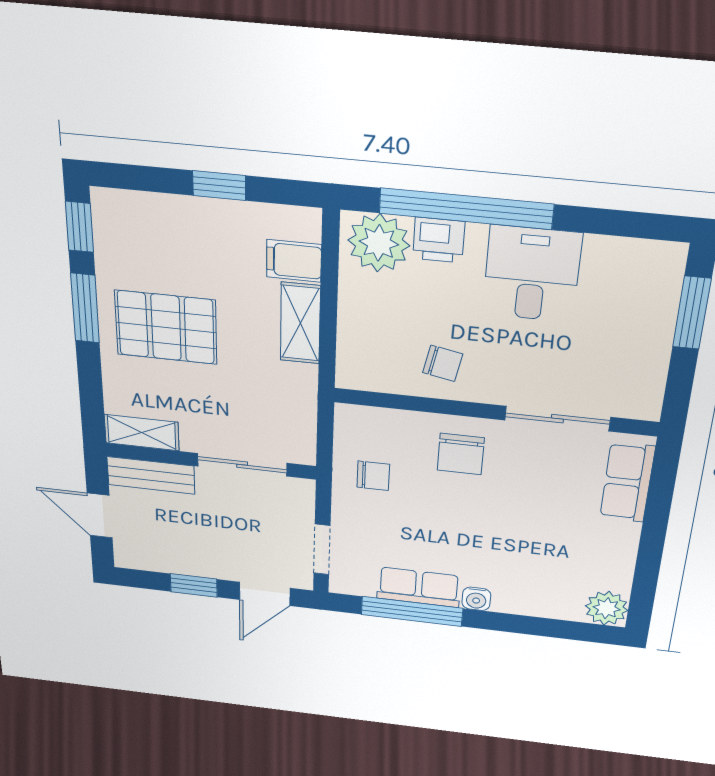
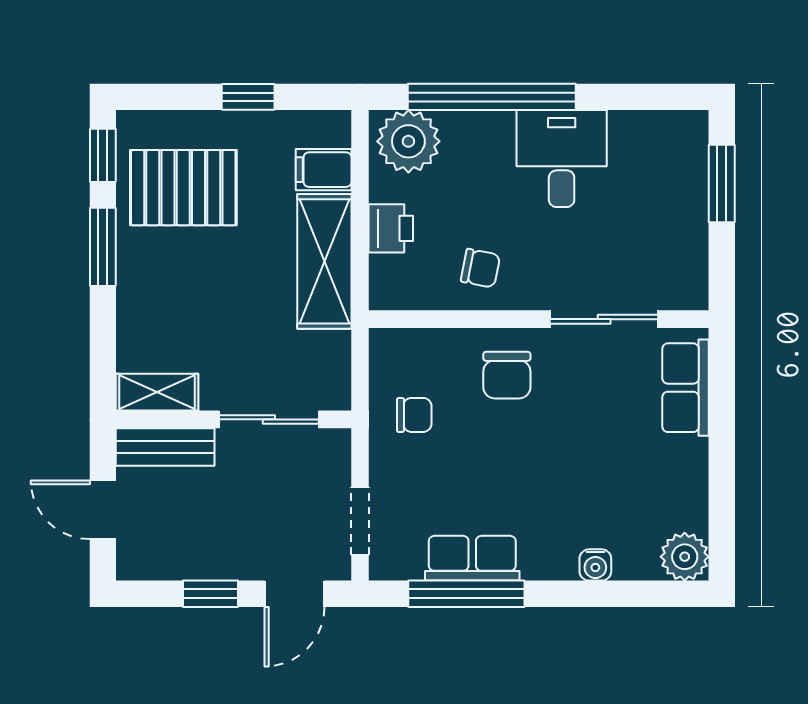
printer: (439, 240) -> (391, 228), moved, turned -90
shelving: (300, 323) -> (324, 261), width x1.50, depth x1.33
pallet: (166, 327) -> (183, 188), moved
water cooler: (476, 599) -> (595, 565), moved

